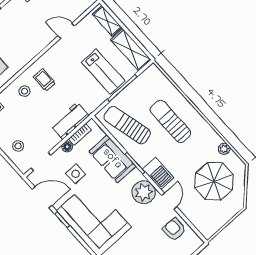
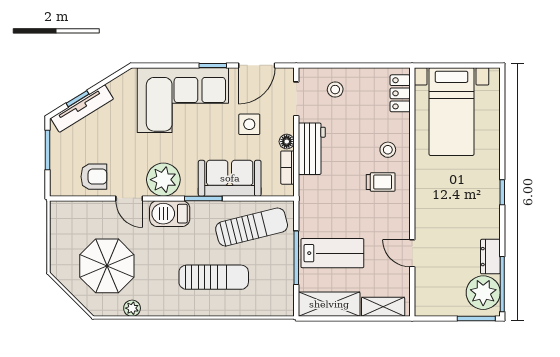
door: (66, 31) -> (412, 253), swing flipped
lab bench: (103, 72) -> (332, 253), turned 180
workbench: (70, 121) -> (312, 149), moved

